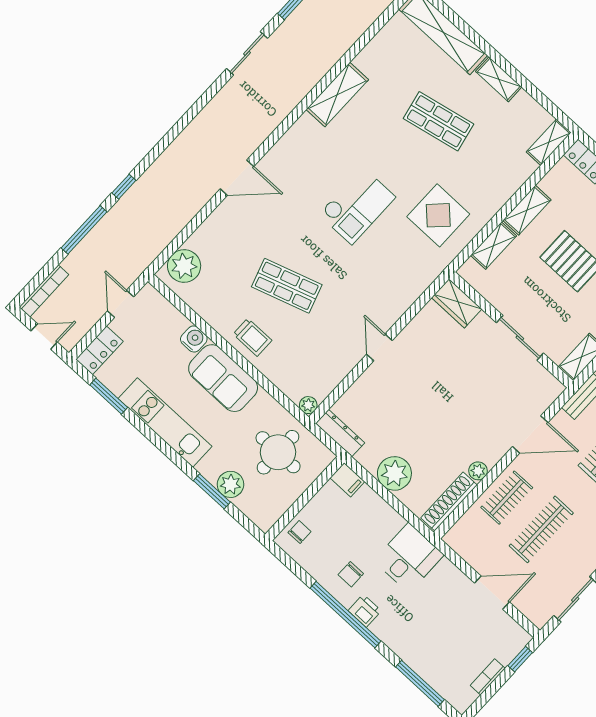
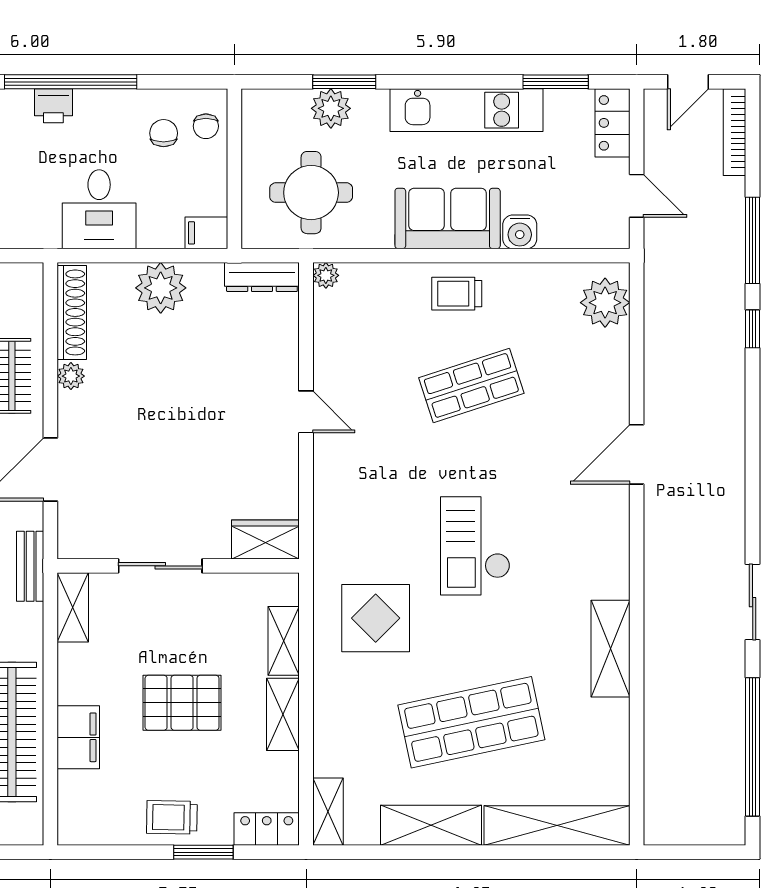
shelving: (499, 79) -> (431, 825), width x1.50, depth x1.33
shop shelf: (439, 121) -> (471, 722), width x1.43, depth x1.36
desk: (409, 558) -> (99, 209), moved
chair: (351, 574) -> (164, 133), moved

